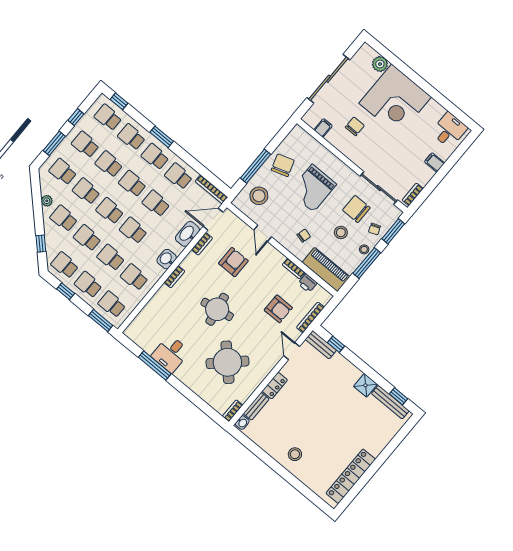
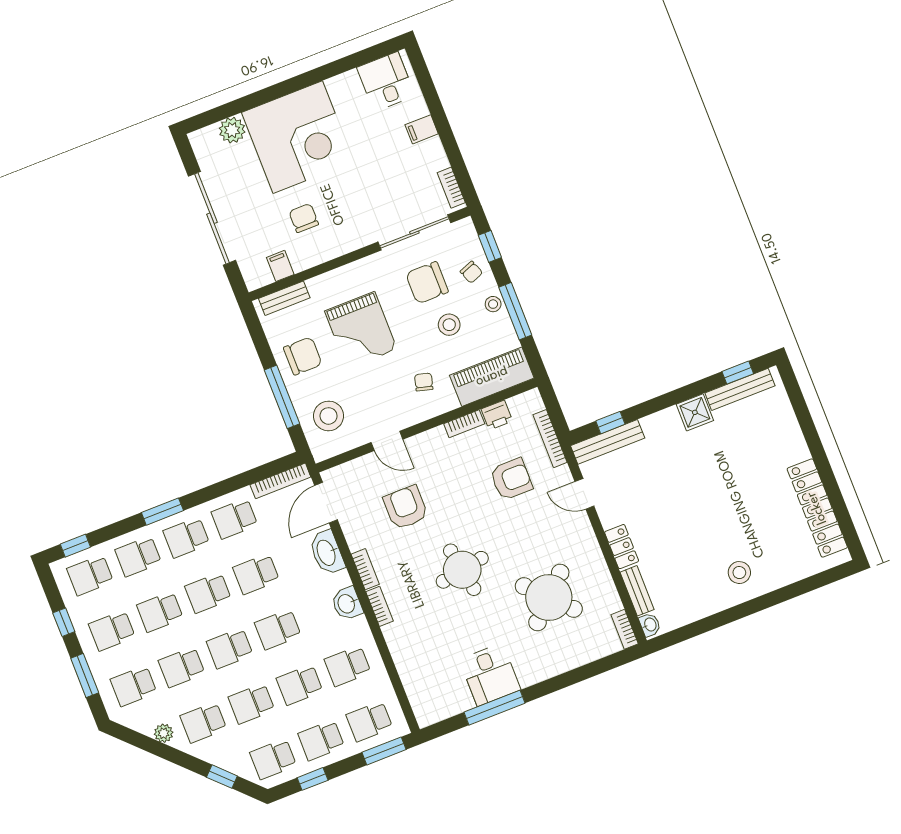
bench: (307, 139) -> (284, 298), added
chair: (283, 165) -> (303, 356), turned 108
window: (393, 231) -> (490, 246), width x0.67
bookcase: (202, 244) -> (365, 569), moved
bench: (321, 345) -> (608, 442), width x1.36

